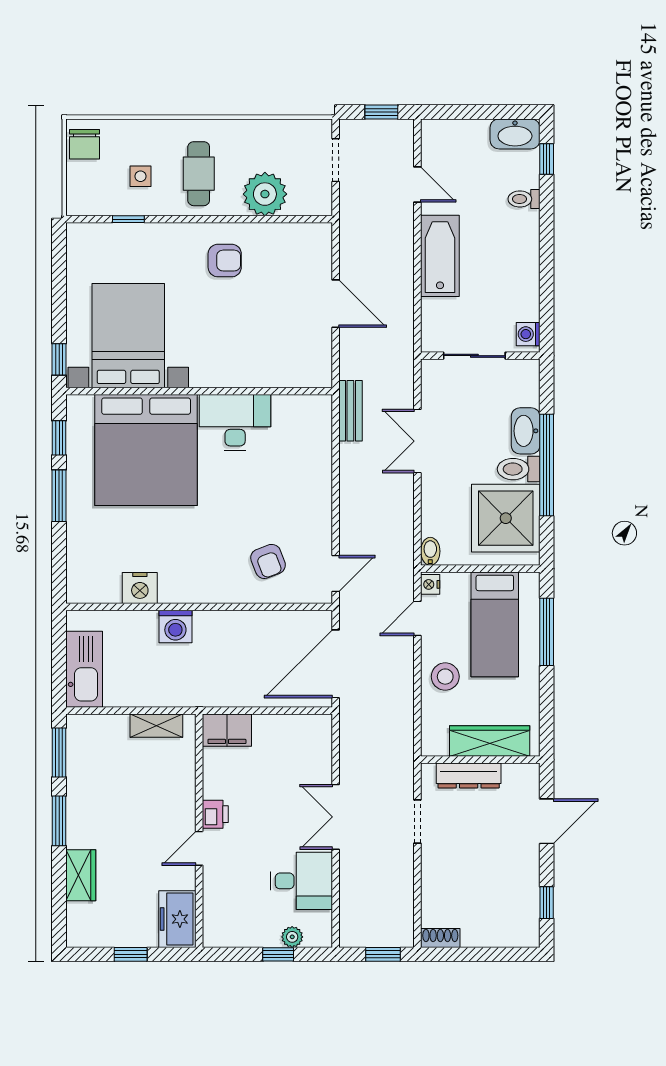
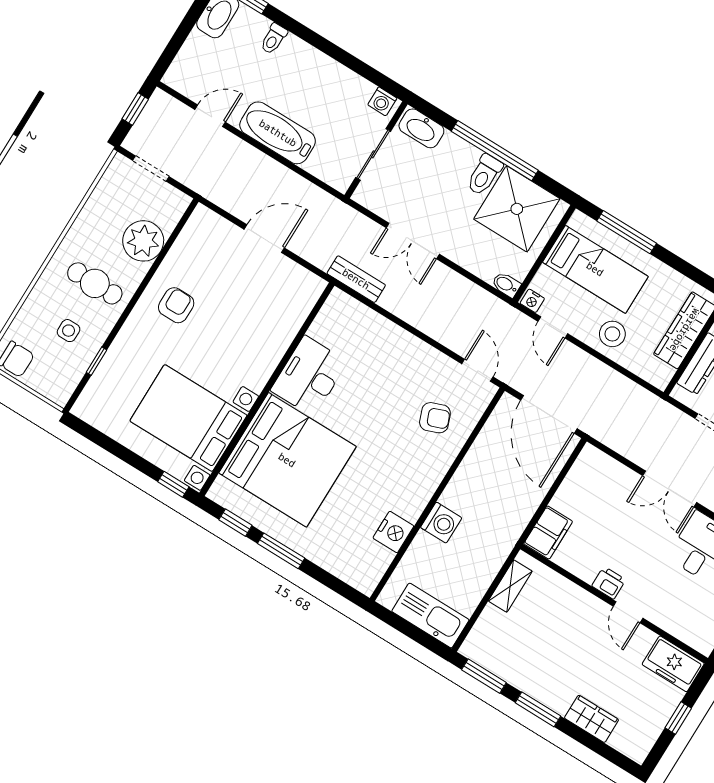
washbasin: (526, 431) -> (421, 128), moved

